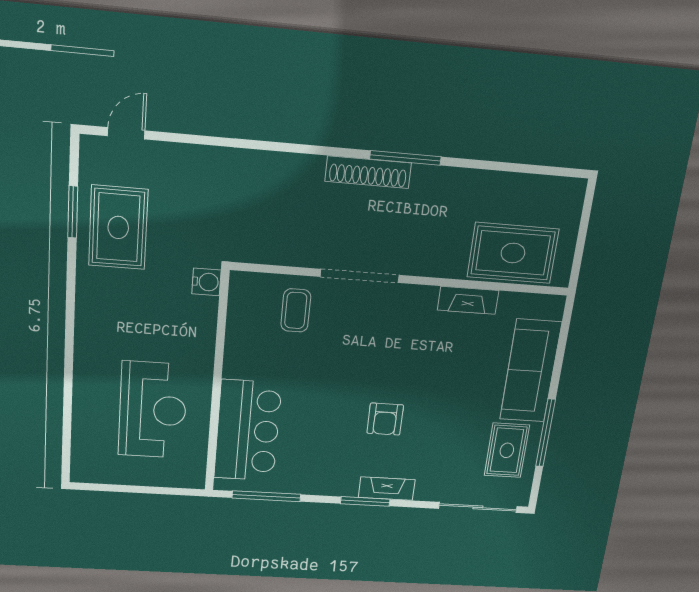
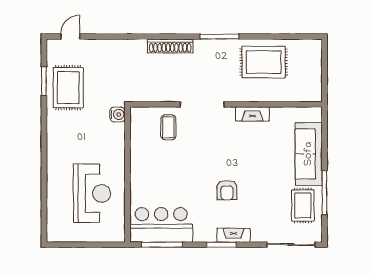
shoe rack: (368, 172) -> (170, 46), moved
rug: (513, 253) -> (264, 62), moved
fireplace: (468, 300) -> (252, 114), moved
bar counter: (248, 431) -> (161, 225), moved, turned -90

